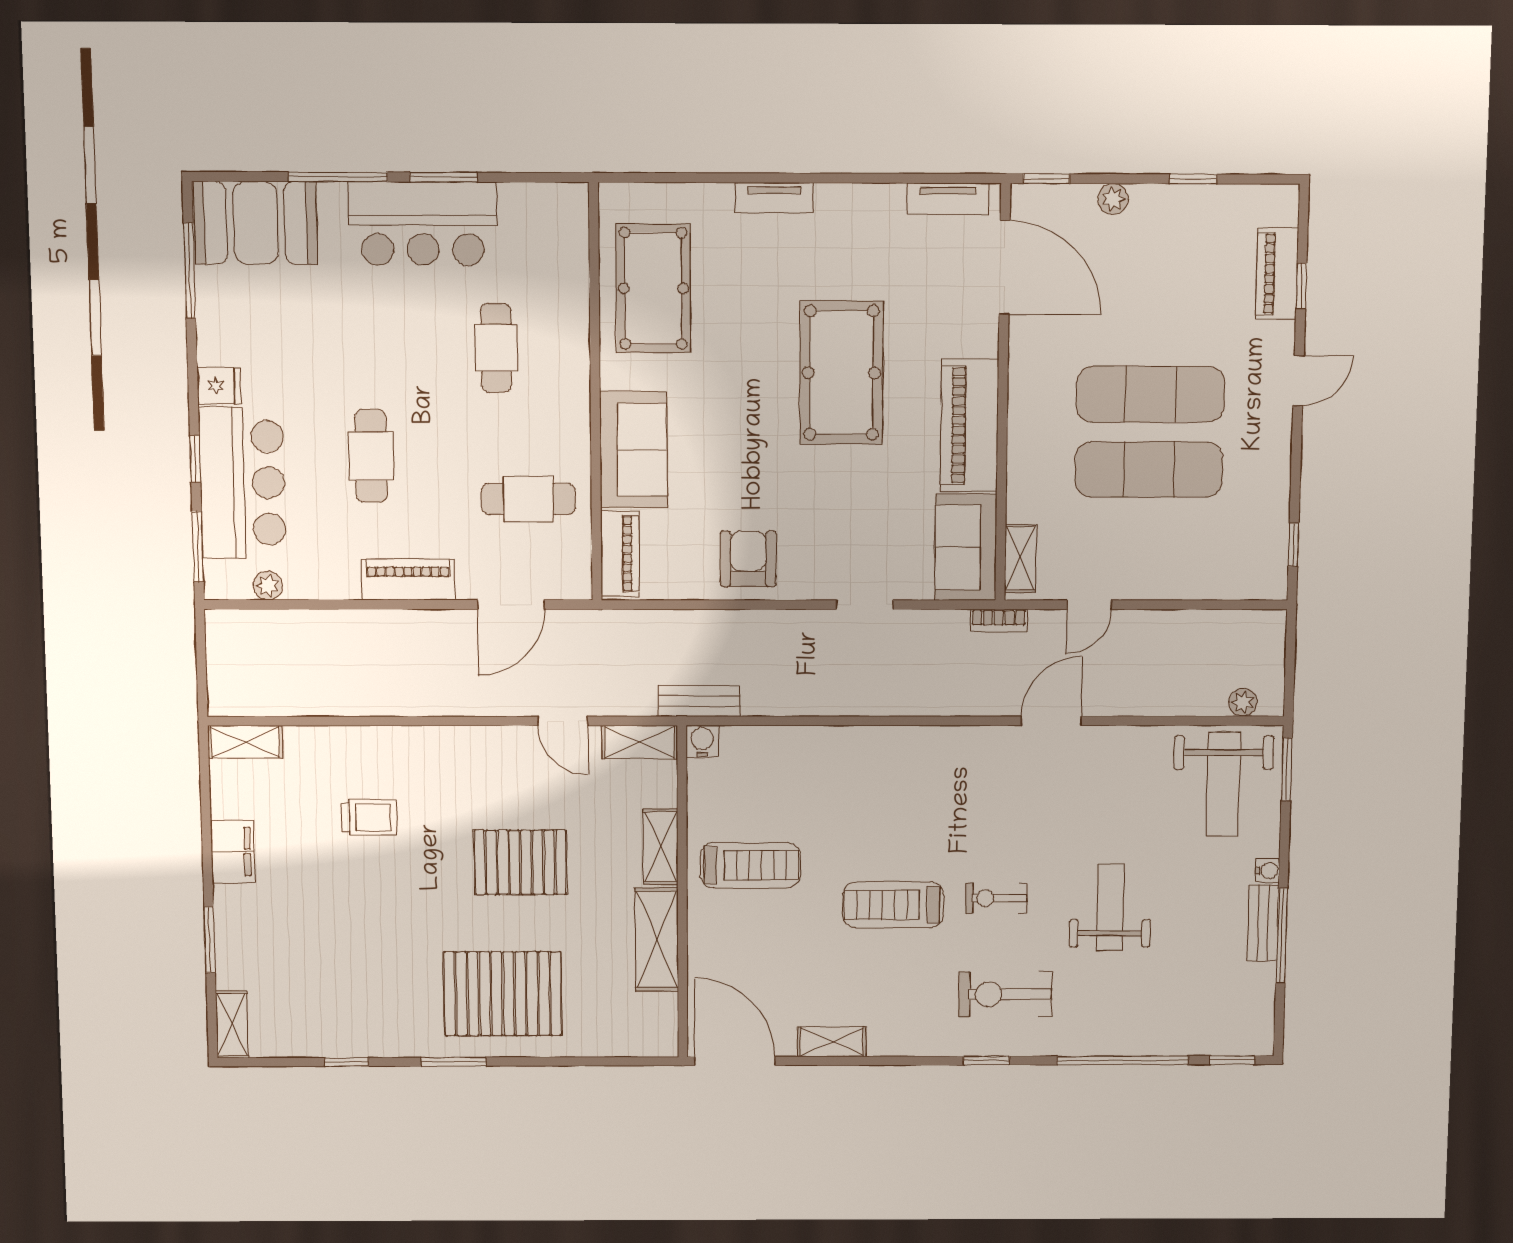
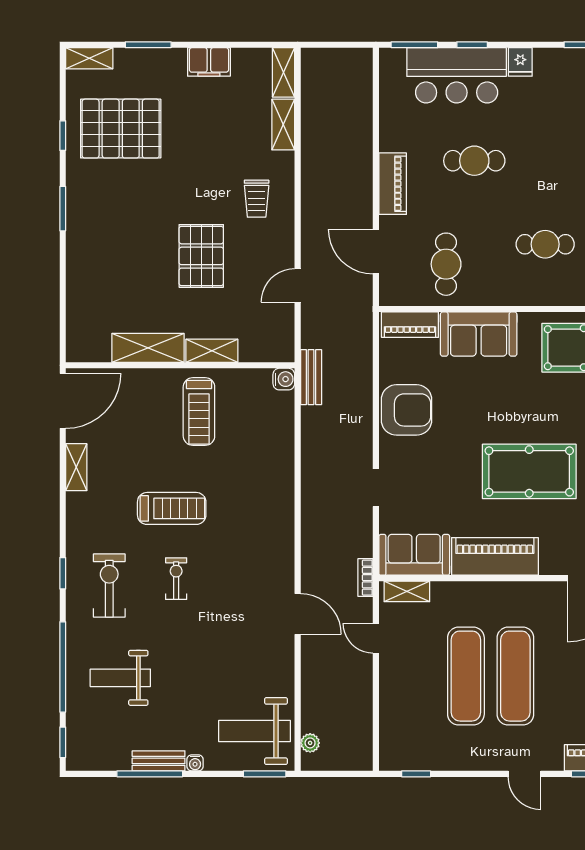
armchair: (748, 559) -> (406, 410), width x1.36, depth x1.36
plant: (268, 586) -> (389, 90), removed
shelving: (640, 742) -> (283, 125), moved
trolley: (369, 817) -> (257, 199), moved
treadmill: (893, 905) -> (172, 508), turned 90
weight bench: (1110, 907) -> (120, 678), moved, turned 180
pallet: (503, 994) -> (121, 129), moved, turned 90

